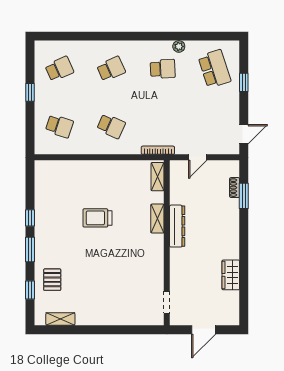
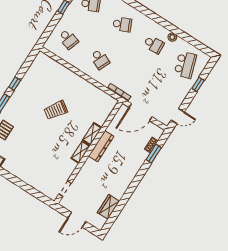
door: (198, 157) -> (141, 112), width x1.88
shelving: (158, 177) -> (80, 152), moved
trolley: (97, 218) -> (56, 110), turned -56
wardrobe: (231, 275) -> (108, 207), moved

